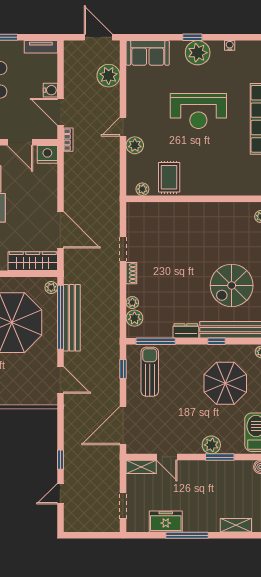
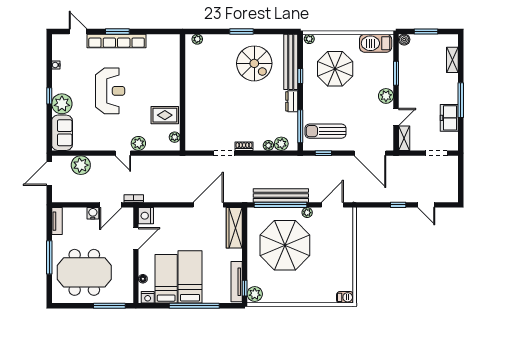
plant: (198, 53) -> (62, 104), moved
plant: (51, 287) -> (307, 213), moved
plant: (211, 445) -> (386, 96), moved

